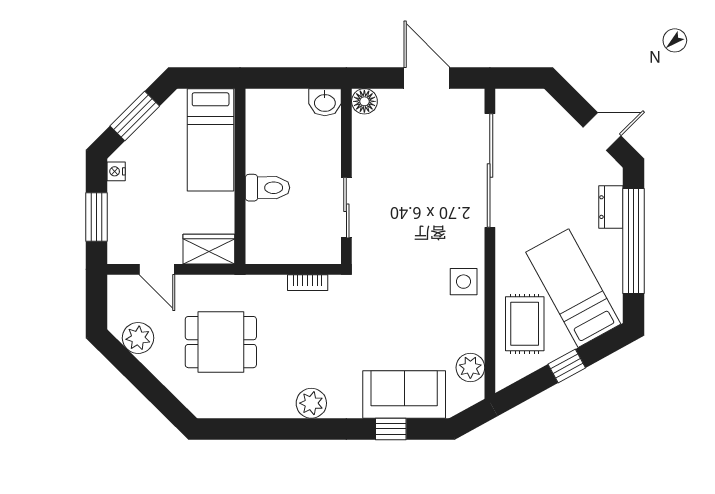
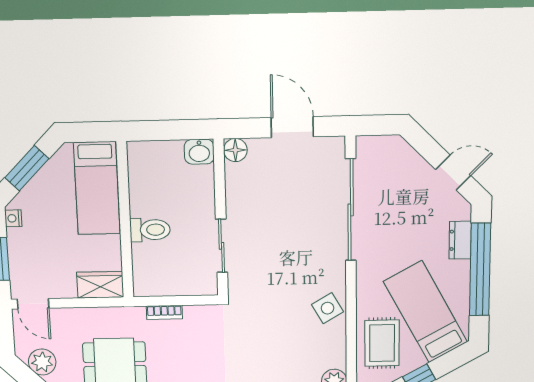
door: (157, 269) -> (33, 304), moved
side table: (464, 282) -> (328, 308), turned -30
bookcase: (308, 283) -> (164, 312), moved

